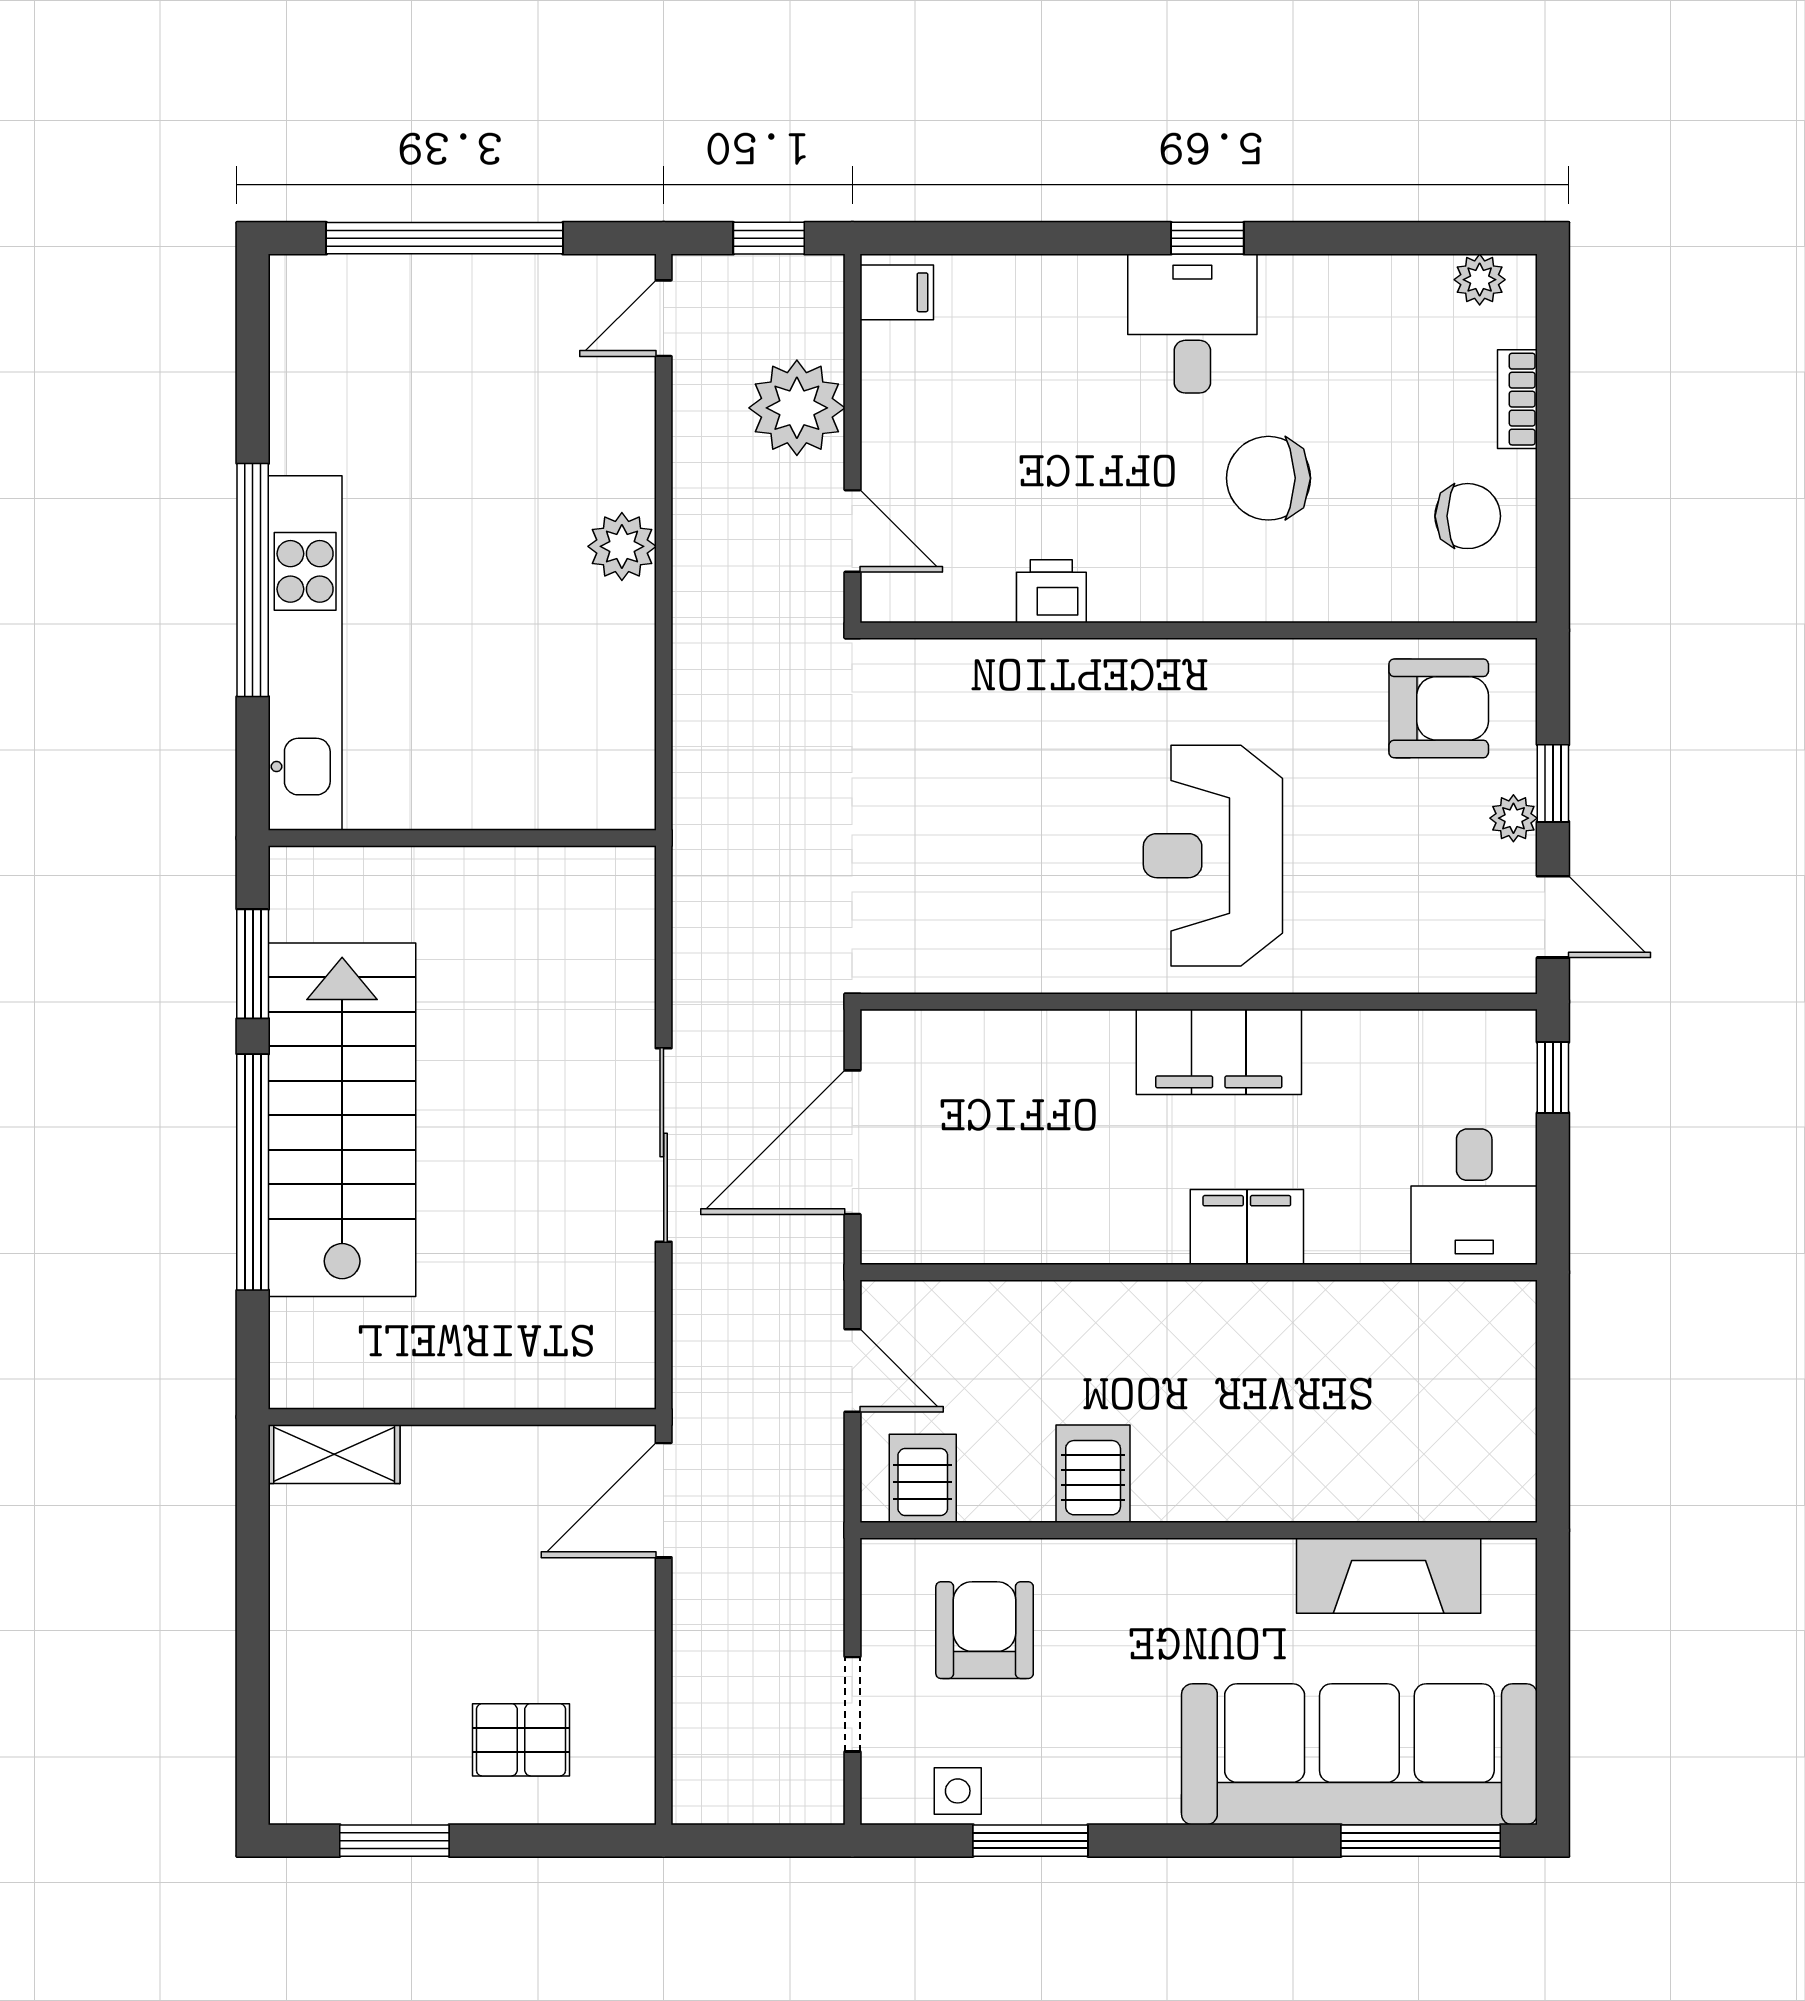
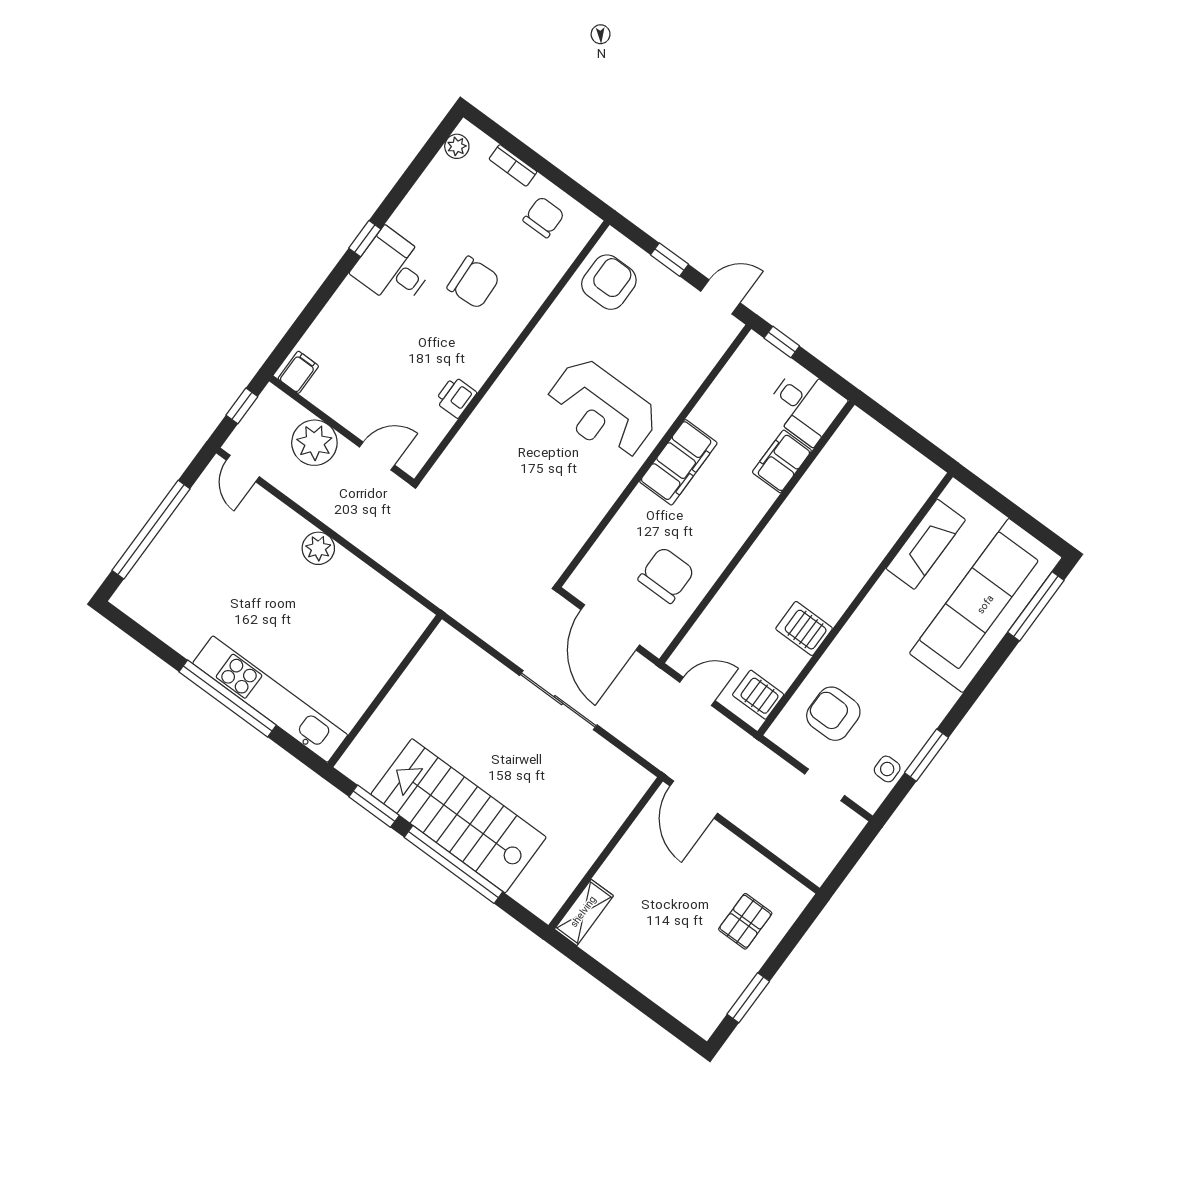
chair: (1268, 478) -> (473, 283), turned -93
plant: (1513, 818) -> (672, 284), removed
chair: (1012, 1172) -> (666, 575), added
filing cabinet: (1247, 1227) -> (782, 461), moved

